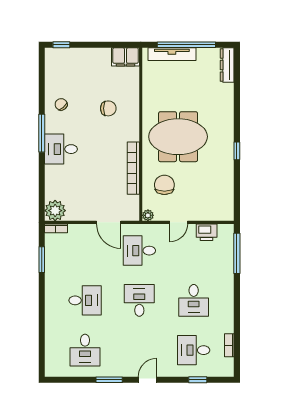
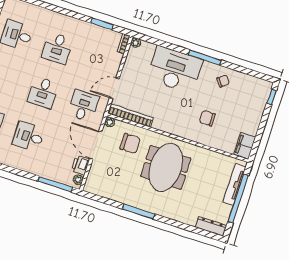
chair: (108, 108) -> (207, 118), turned 90
desk: (61, 149) -> (175, 69), width x1.87, depth x1.30
window: (237, 151) -> (139, 211), width x2.17
bookcase: (133, 168) -> (130, 116), moved
plant: (55, 211) -> (136, 43), width x0.53, depth x0.53
door: (179, 222) -> (96, 145), width x1.88
plant: (224, 230) -> (78, 180), added
desk: (139, 300) -> (43, 92), turned 90

